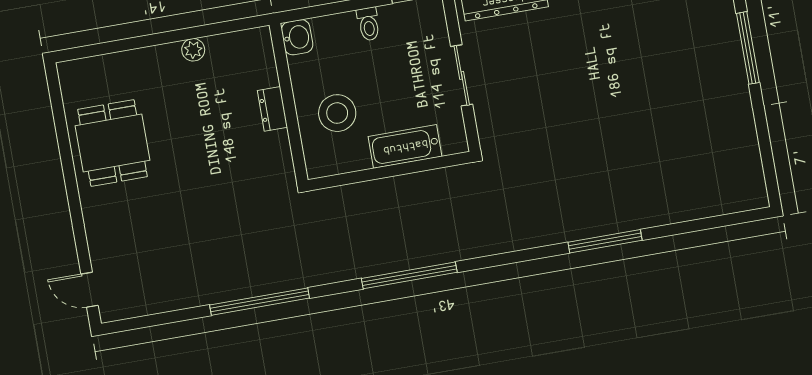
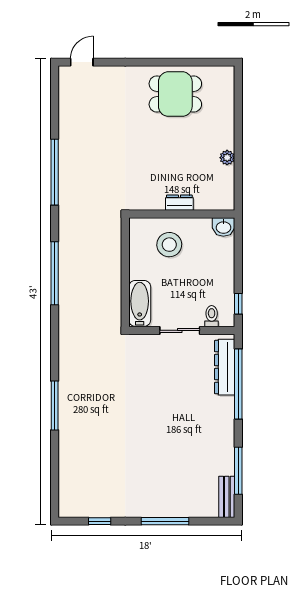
toilet: (368, 24) -> (212, 316), moved, turned 90
window: (765, 145) -> (100, 521), added
bathtub: (405, 146) -> (140, 303), moved

